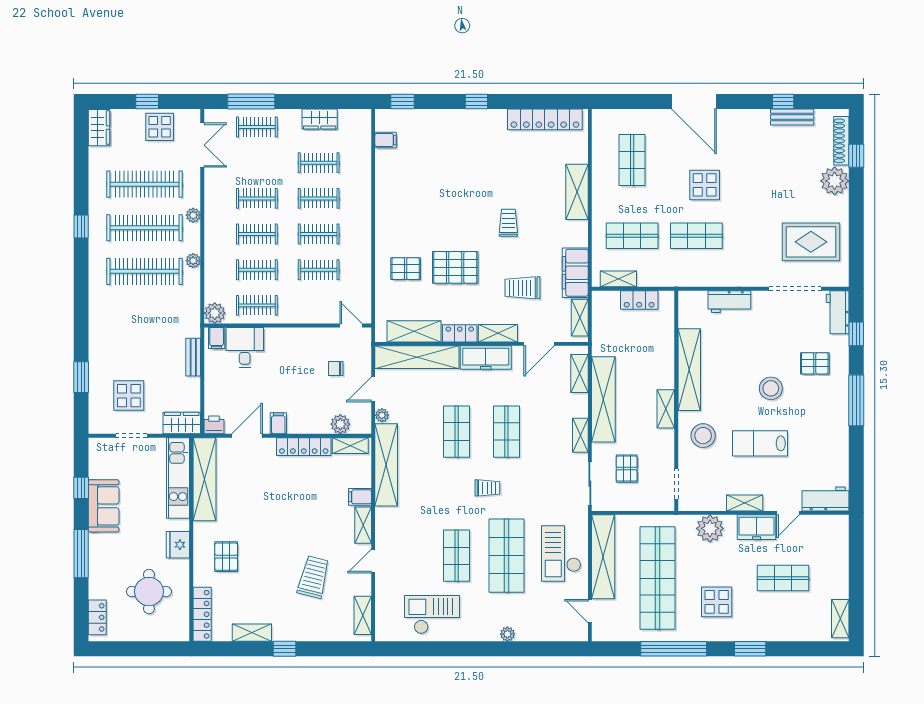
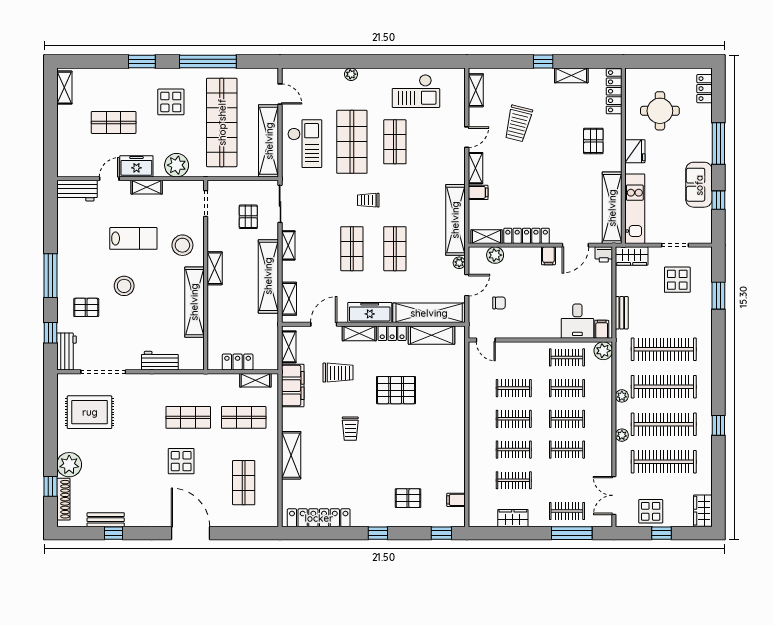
pallet: (406, 269) -> (408, 498), moved
clothes rail: (144, 315) -> (664, 349), added

